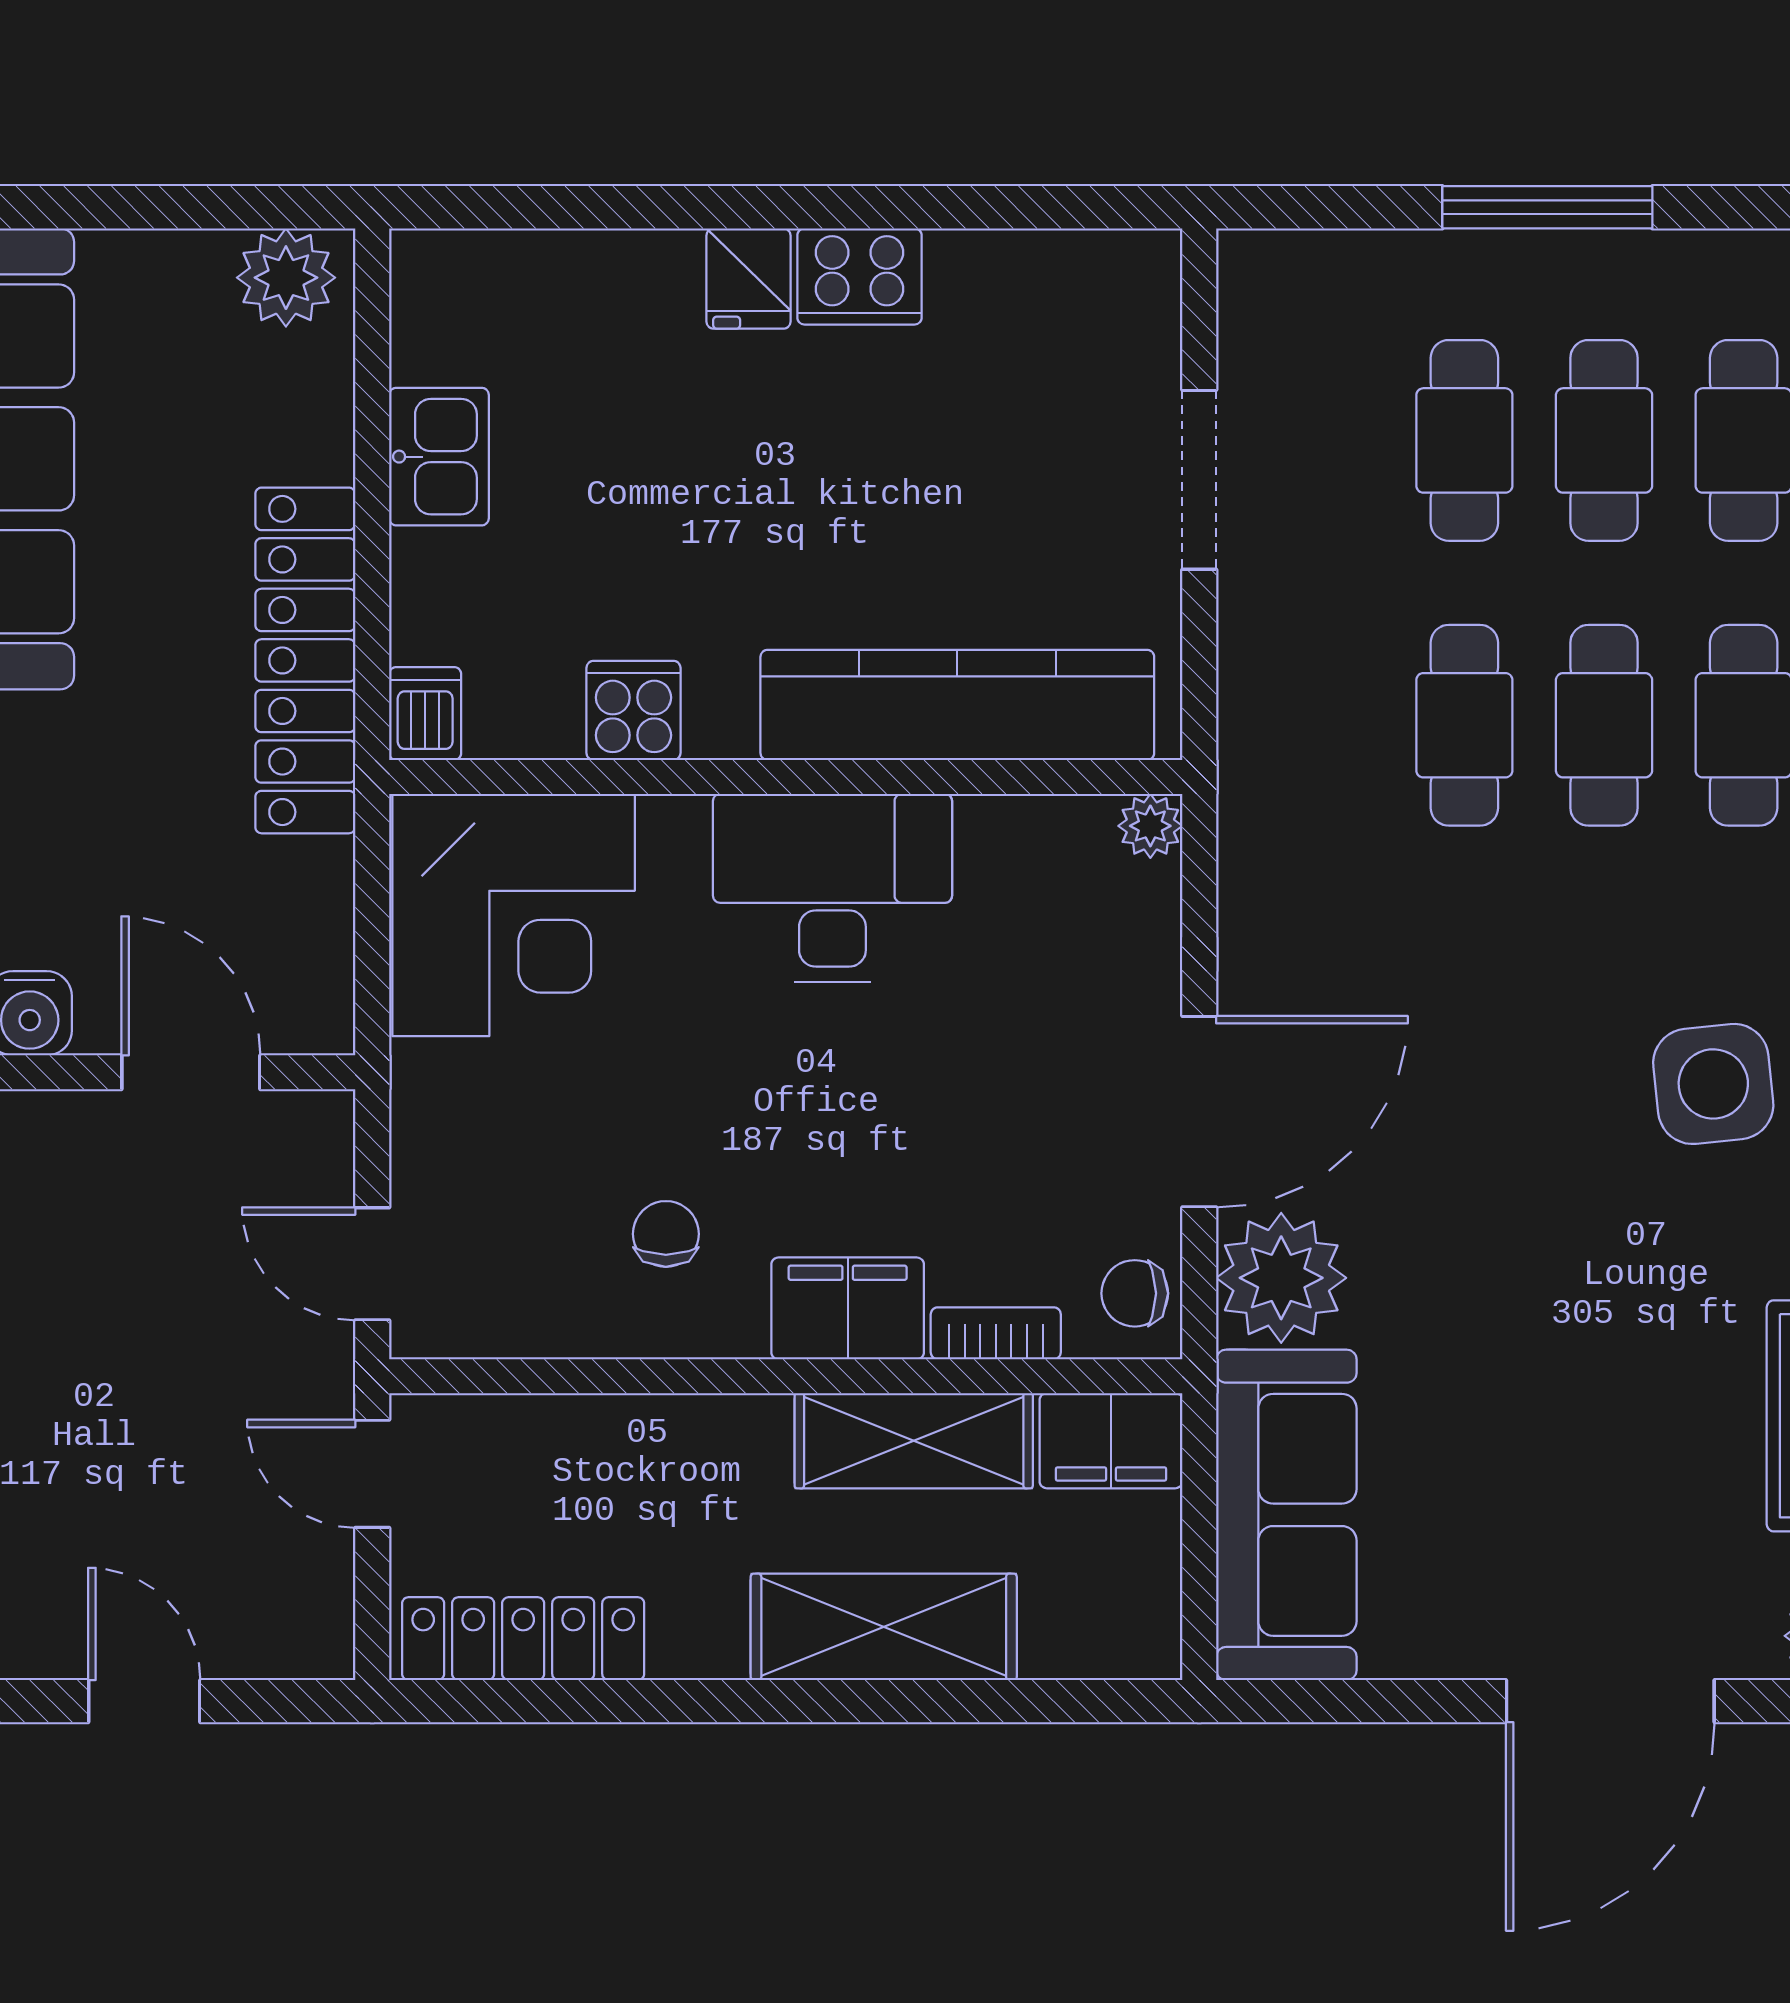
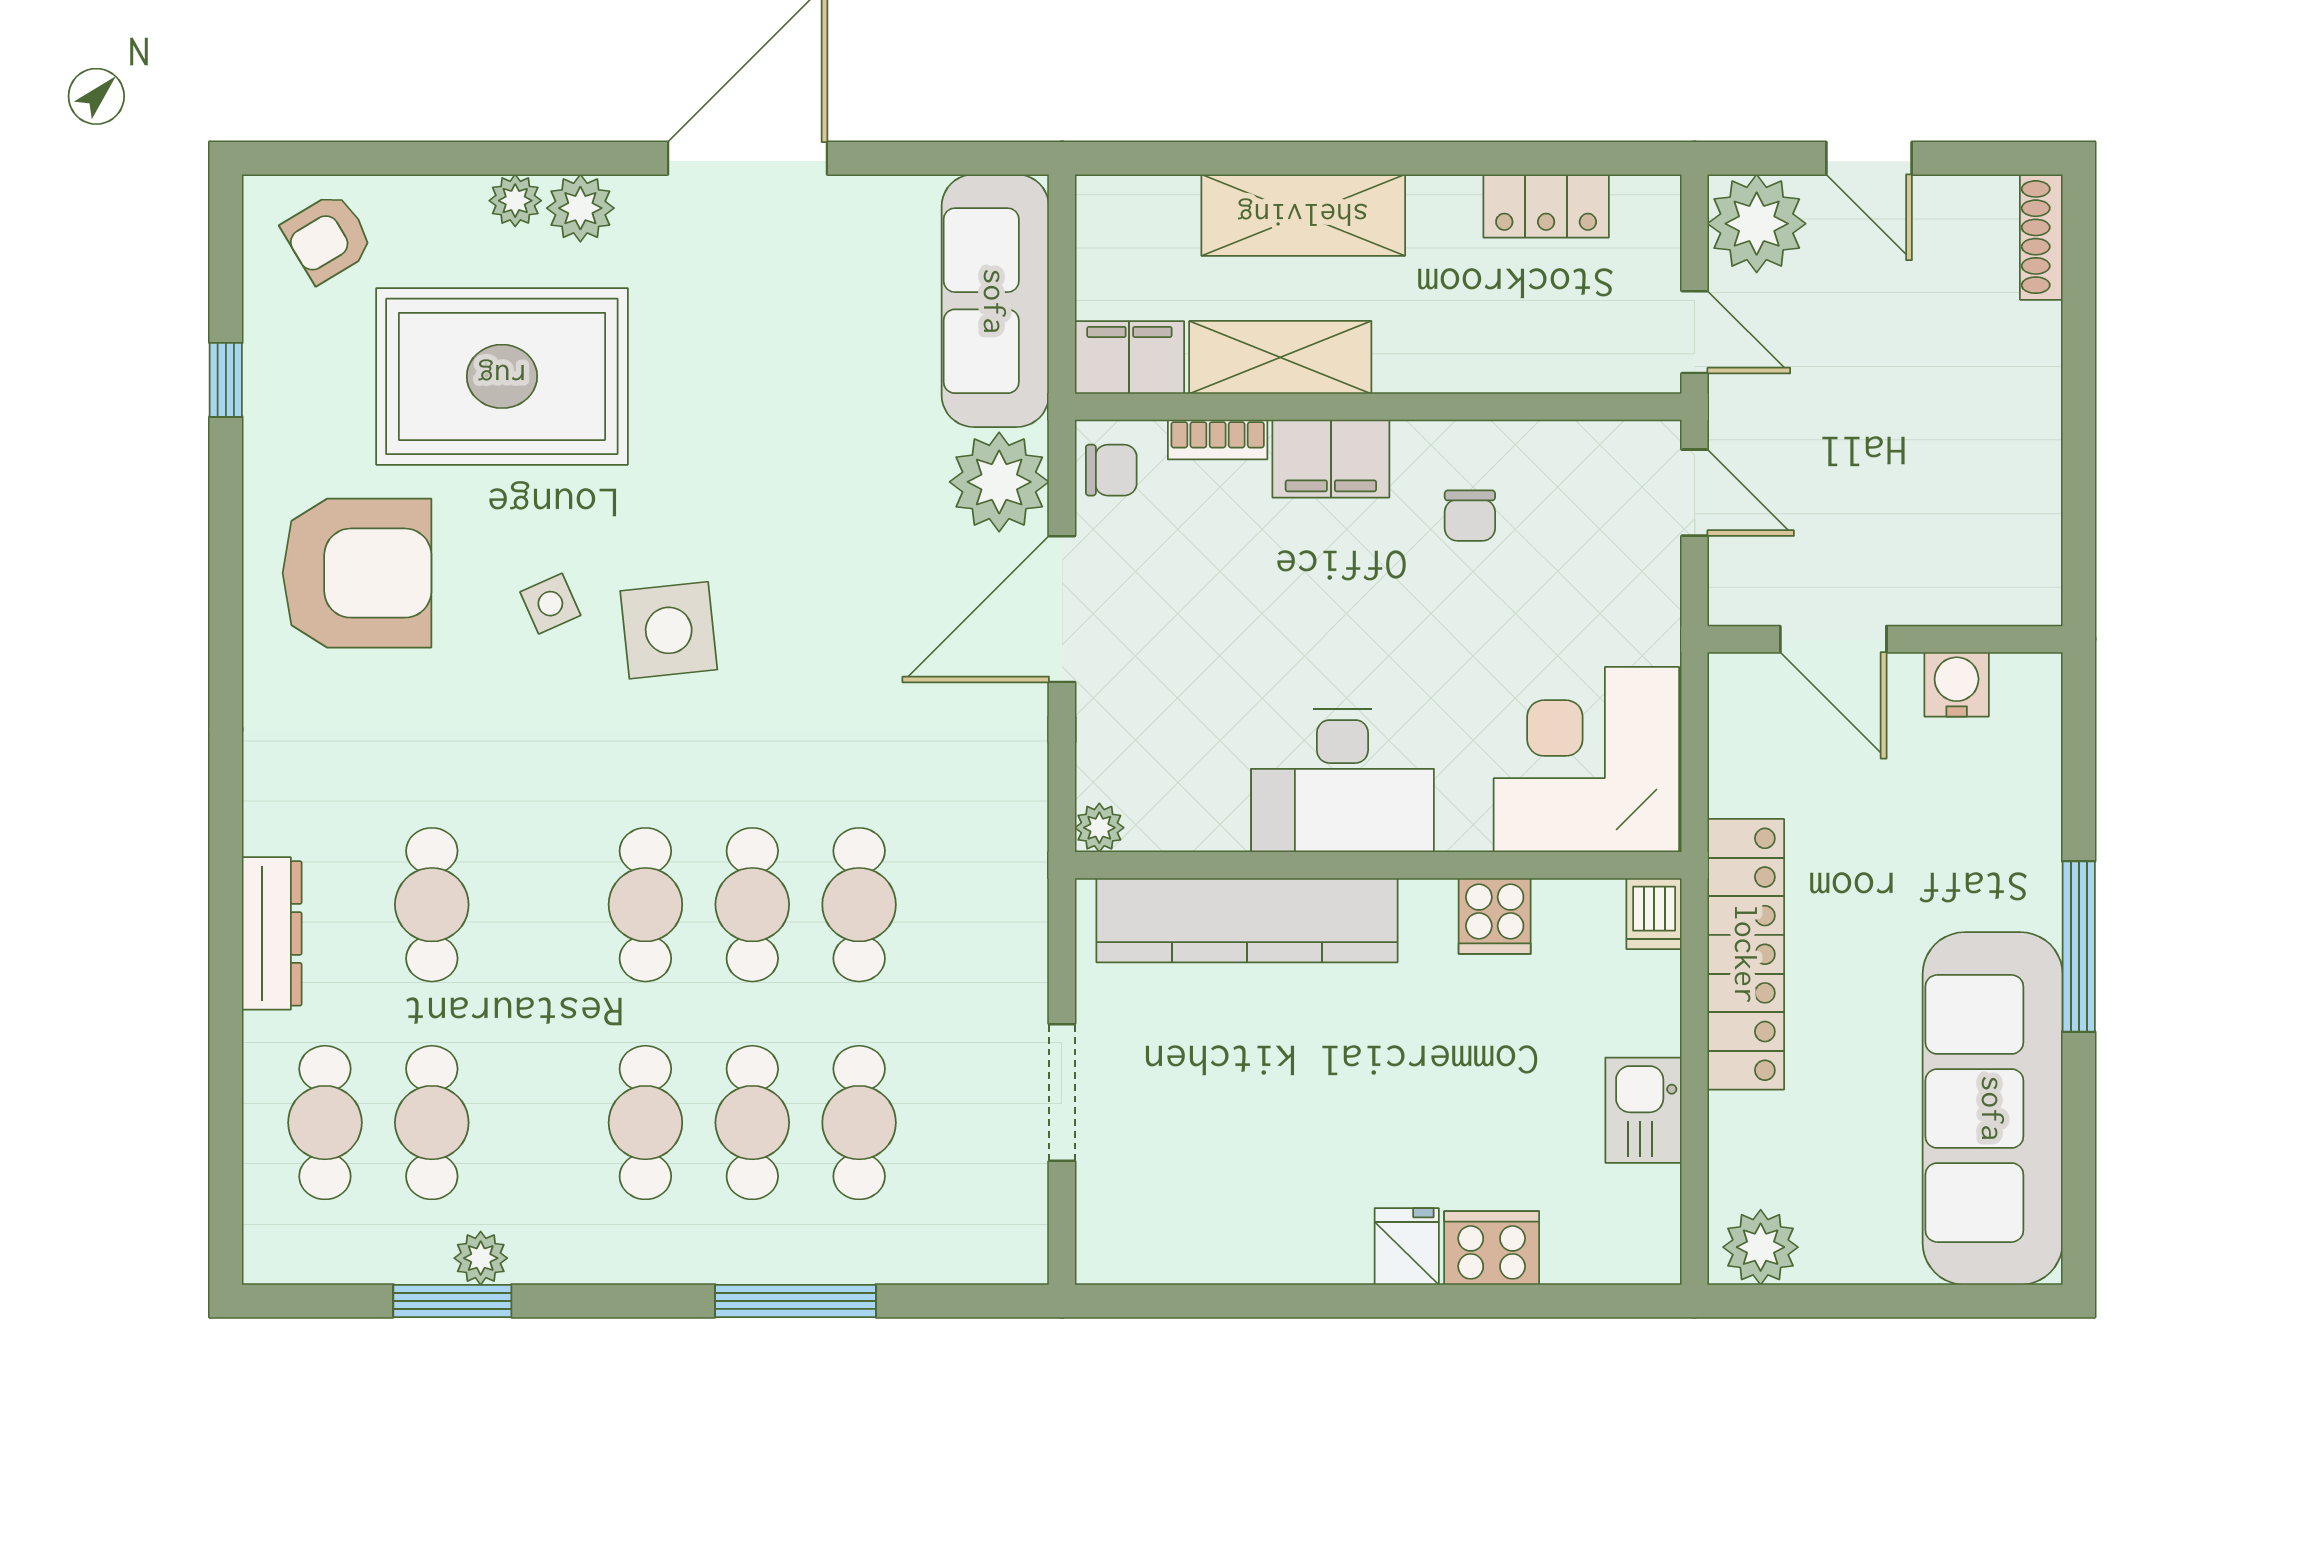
cooker: (859, 276) -> (1492, 1248), moved
plant: (291, 1616) -> (1757, 224), added
locker: (523, 1639) -> (1546, 206), width x0.66

